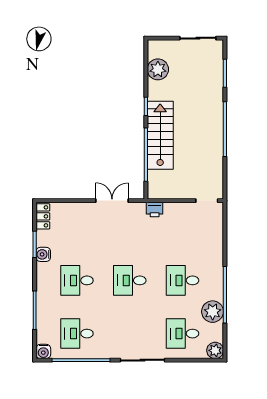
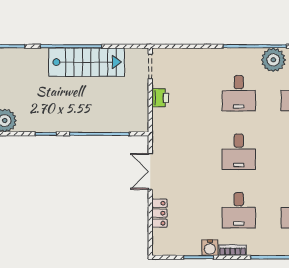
stairs: (160, 135) -> (87, 62), moved, turned 180
printer: (155, 210) -> (160, 98), moved
locker: (43, 216) -> (159, 213), moved, turned 90
bookcase: (41, 275) -> (233, 250), added

